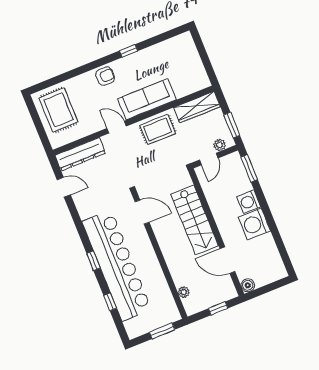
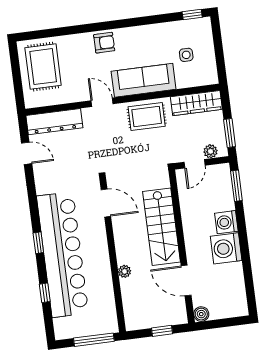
window: (128, 51) -> (192, 15), moved
side table: (178, 68) -> (186, 55), added
plant: (184, 292) -> (125, 271), moved
window: (162, 331) -> (94, 340), width x1.44

